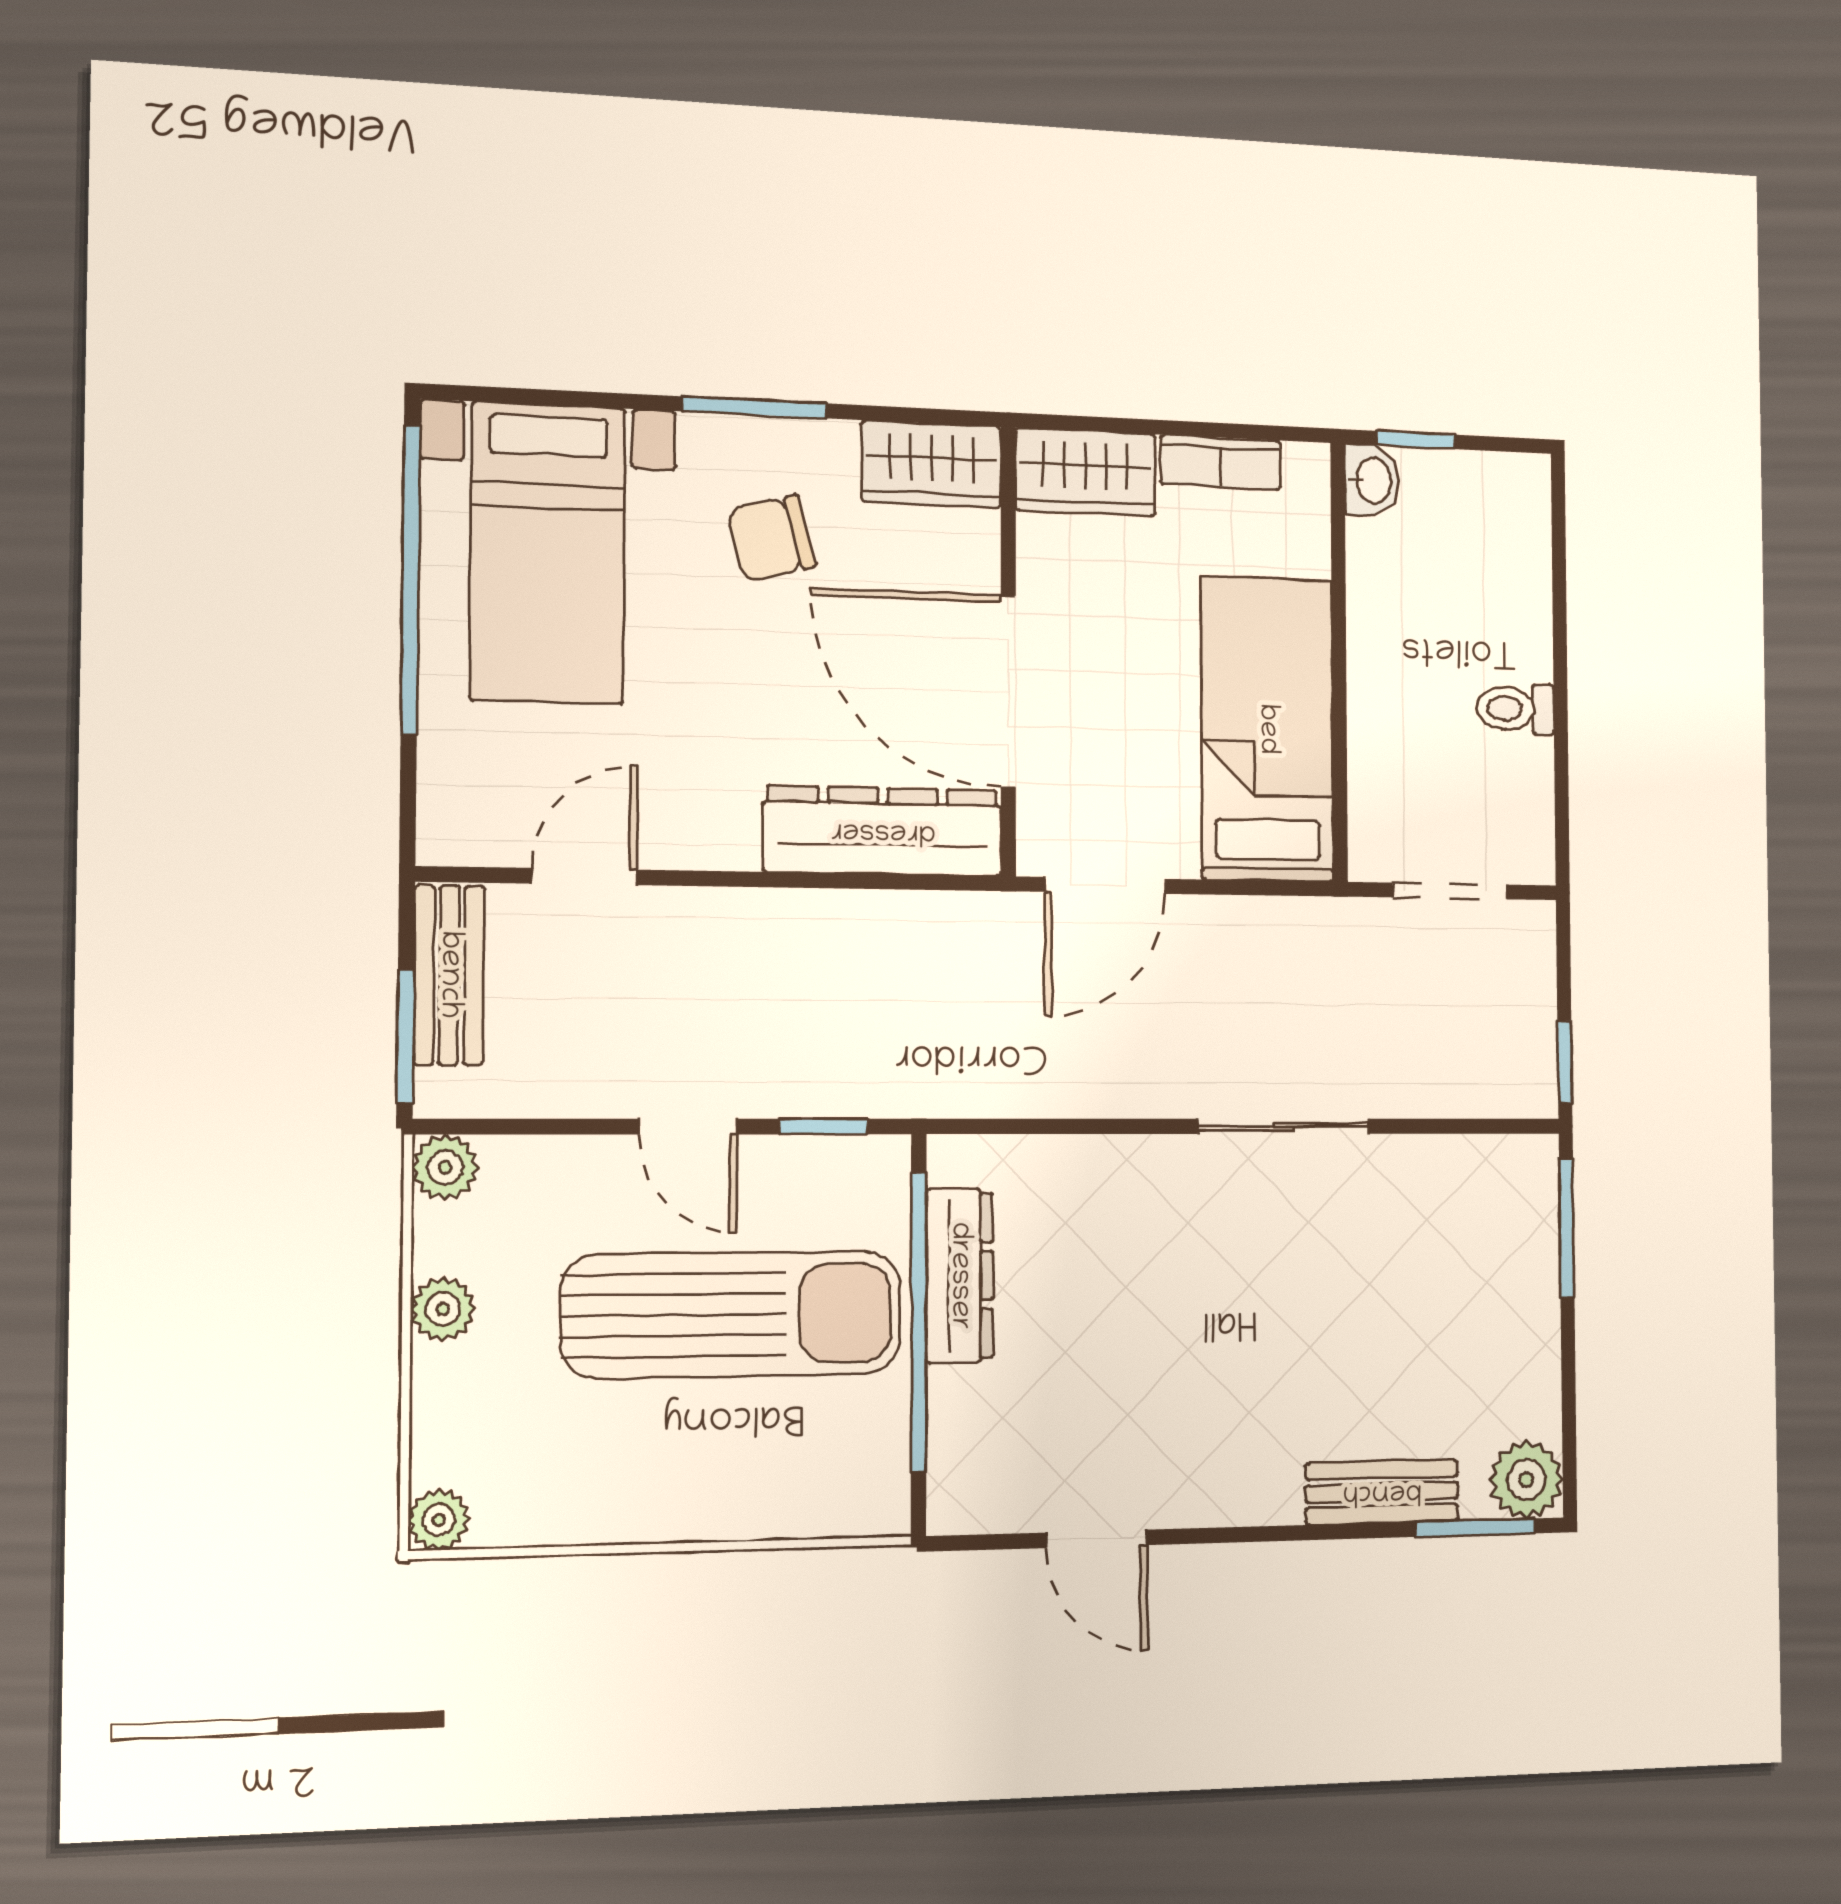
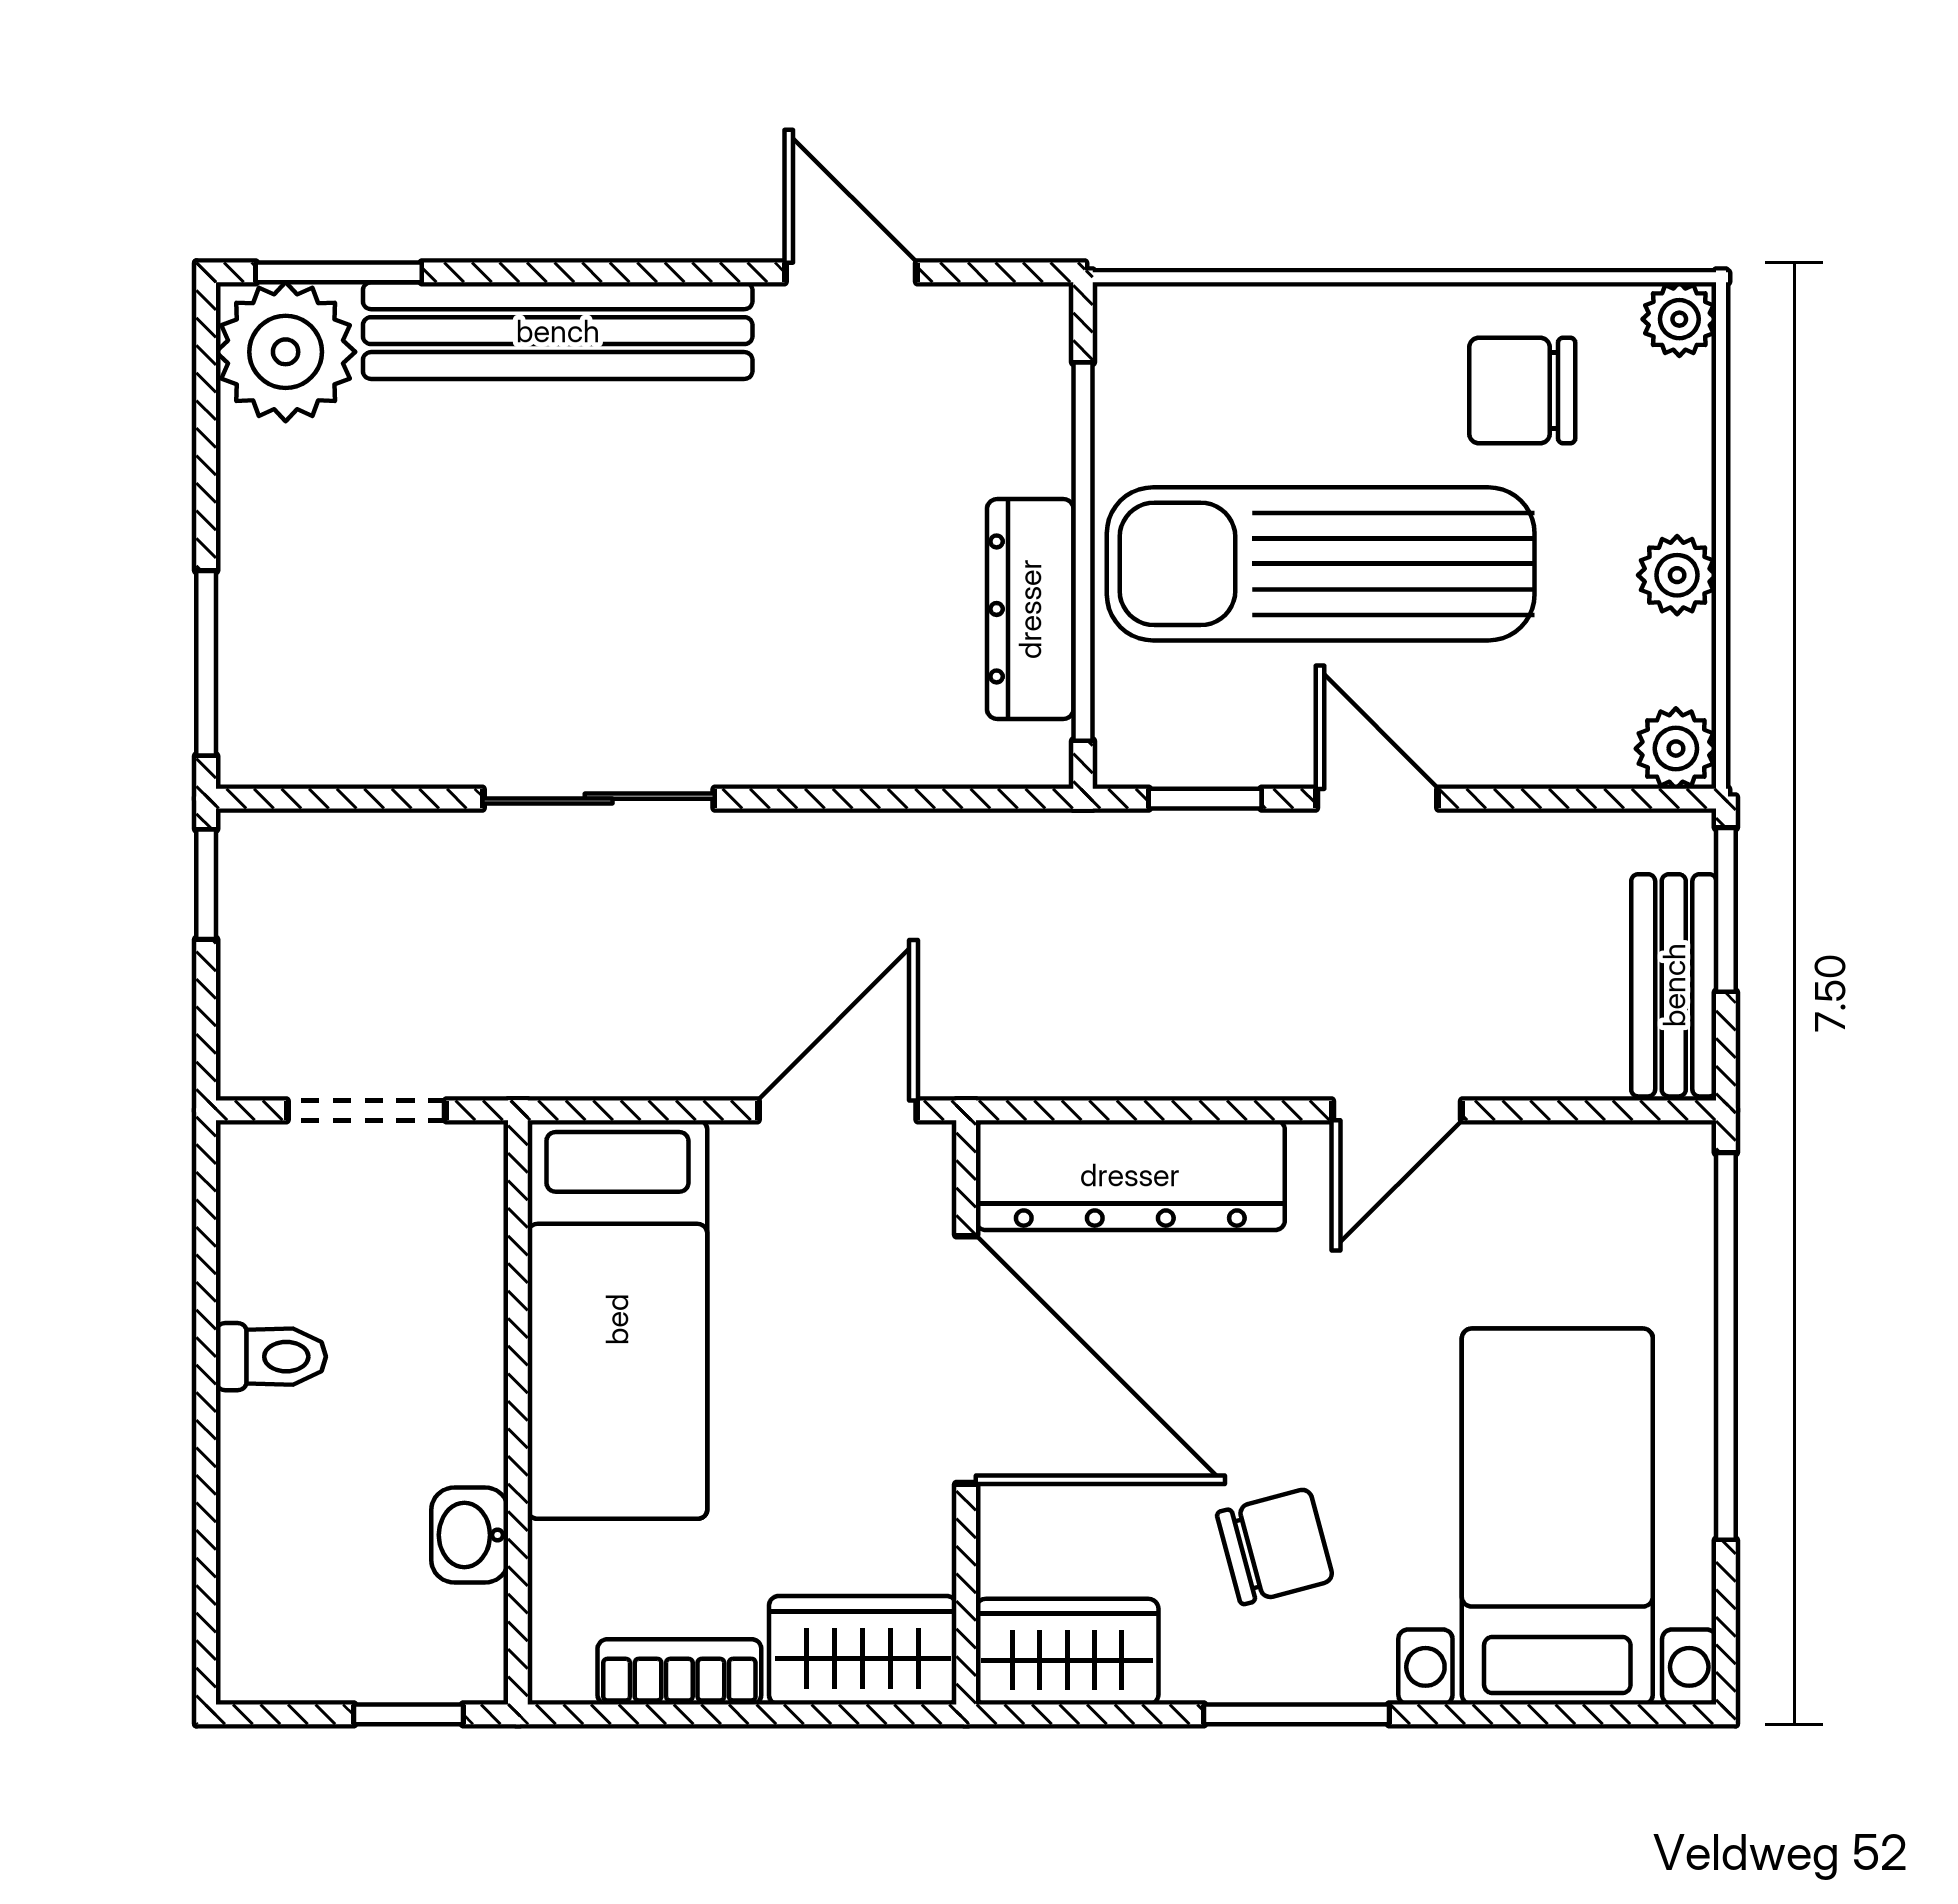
washbasin: (1372, 480) -> (470, 1535), moved
window: (410, 580) -> (1726, 1346), moved
door: (584, 877) -> (1397, 1110), moved
chair: (569, 1458) -> (1522, 391), added
plant: (1526, 1480) -> (286, 352), width x1.36, depth x1.36
bench: (1382, 1492) -> (558, 331), width x1.86, depth x1.21

